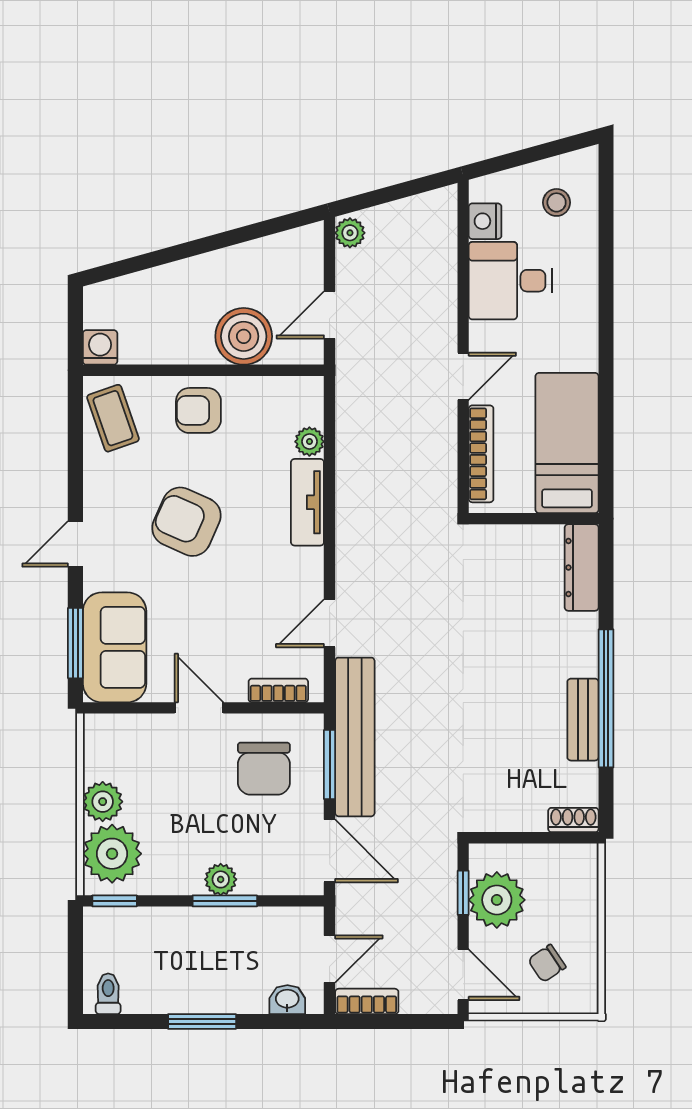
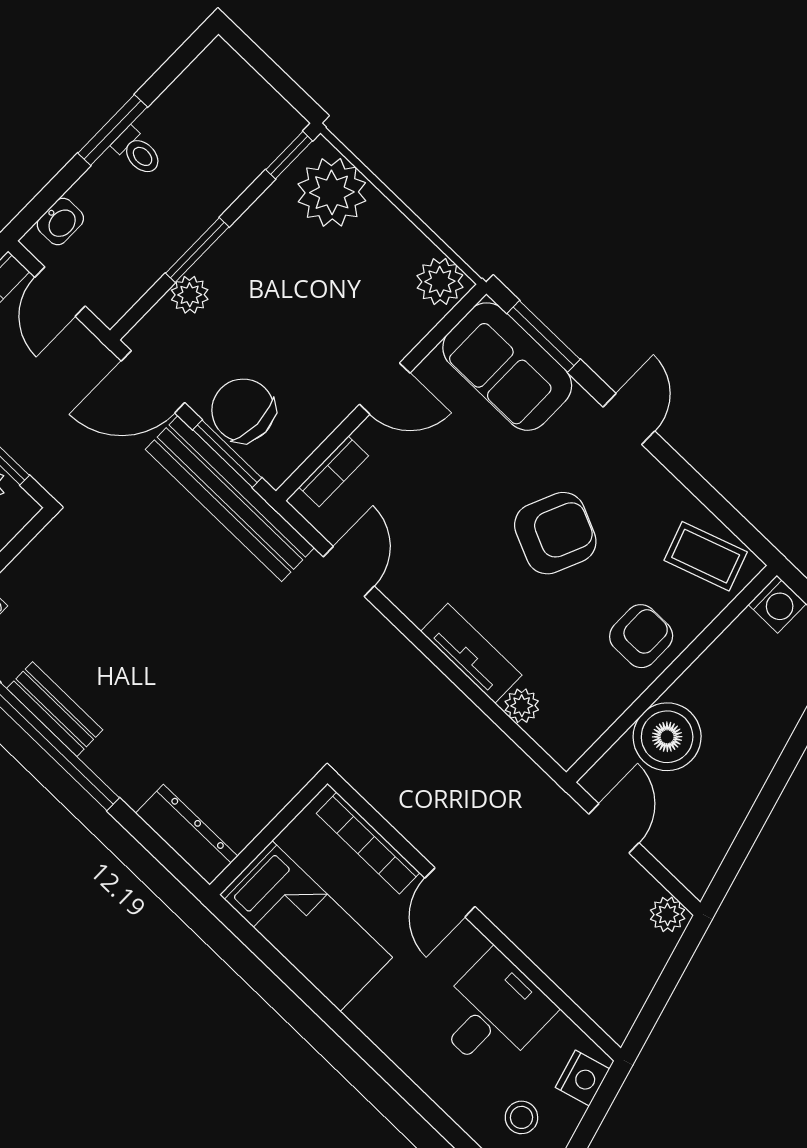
nightstand: (485, 221) -> (582, 1078), moved, turned 75
chair: (264, 769) -> (243, 410), moved
plant: (103, 802) -> (440, 281), moved
plant: (221, 879) -> (190, 295), moved
toilet: (108, 994) -> (138, 152), moved

